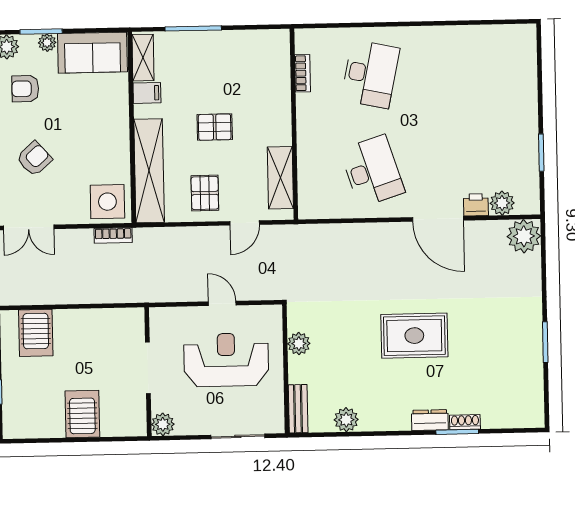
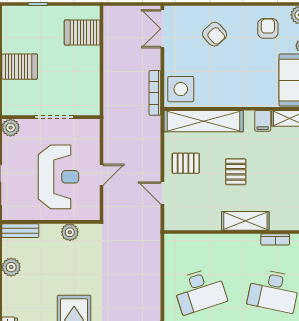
shelving: (280, 178) -> (245, 221), moved
bookcase: (113, 235) -> (155, 93), width x1.56

